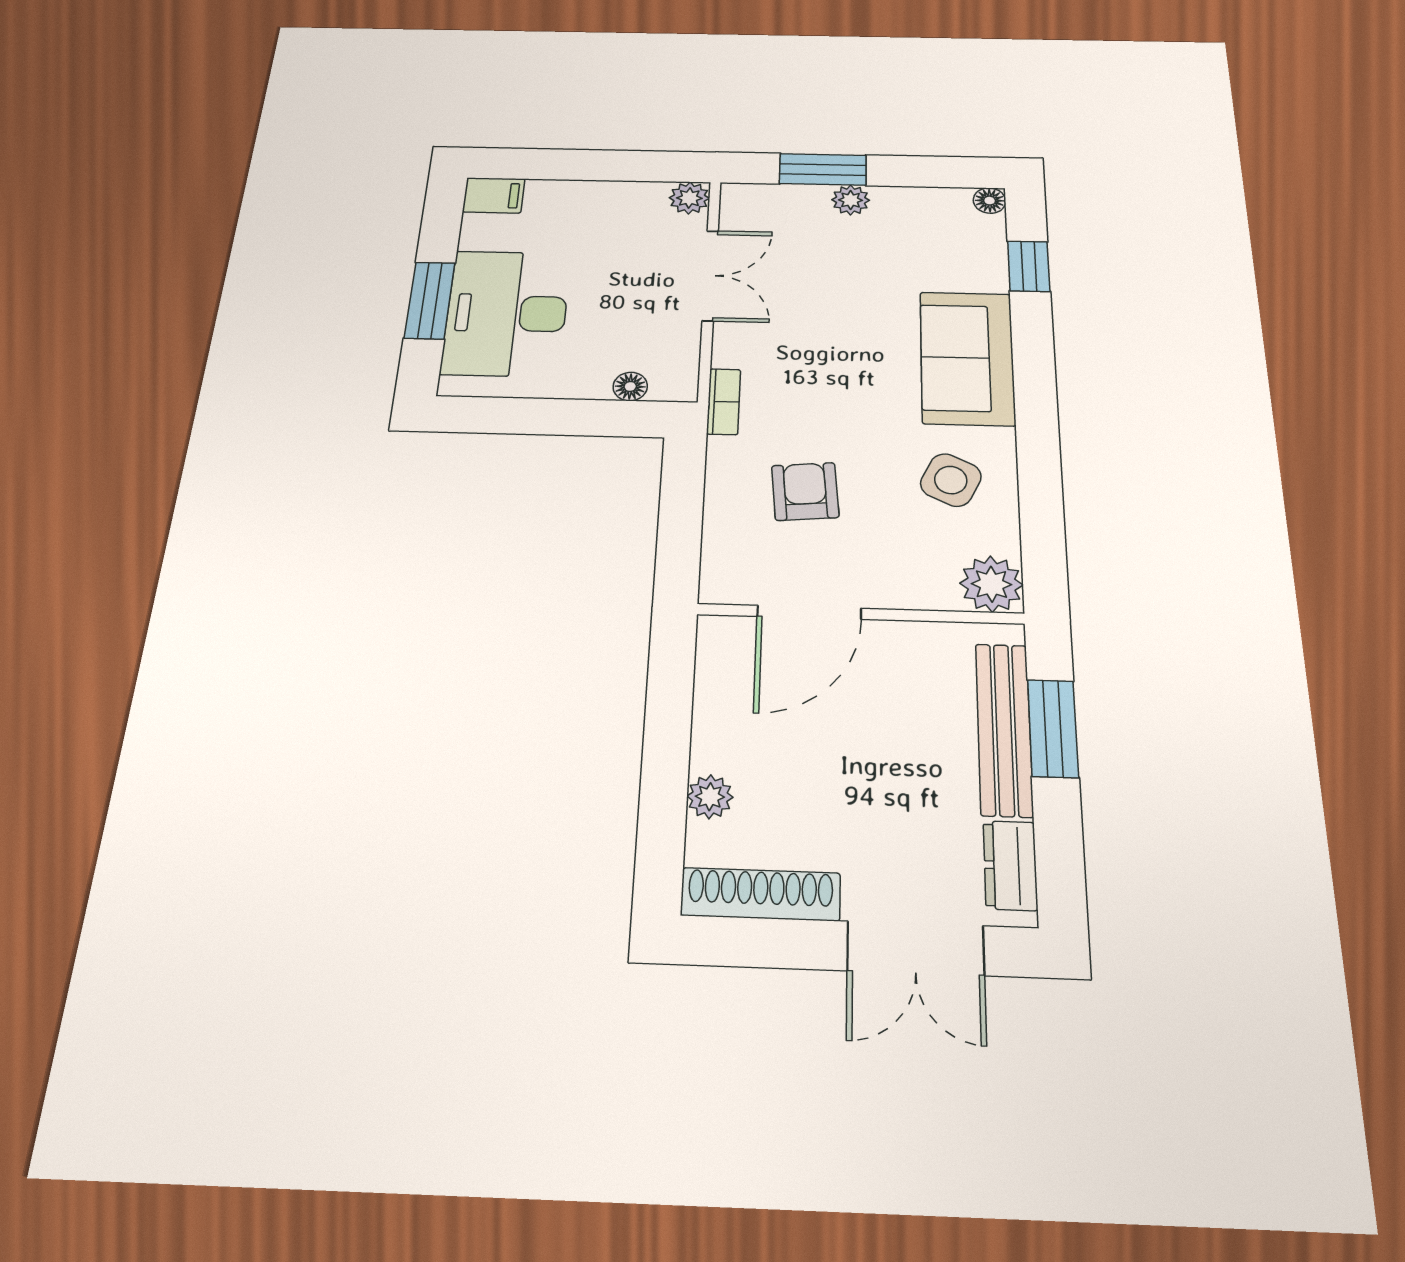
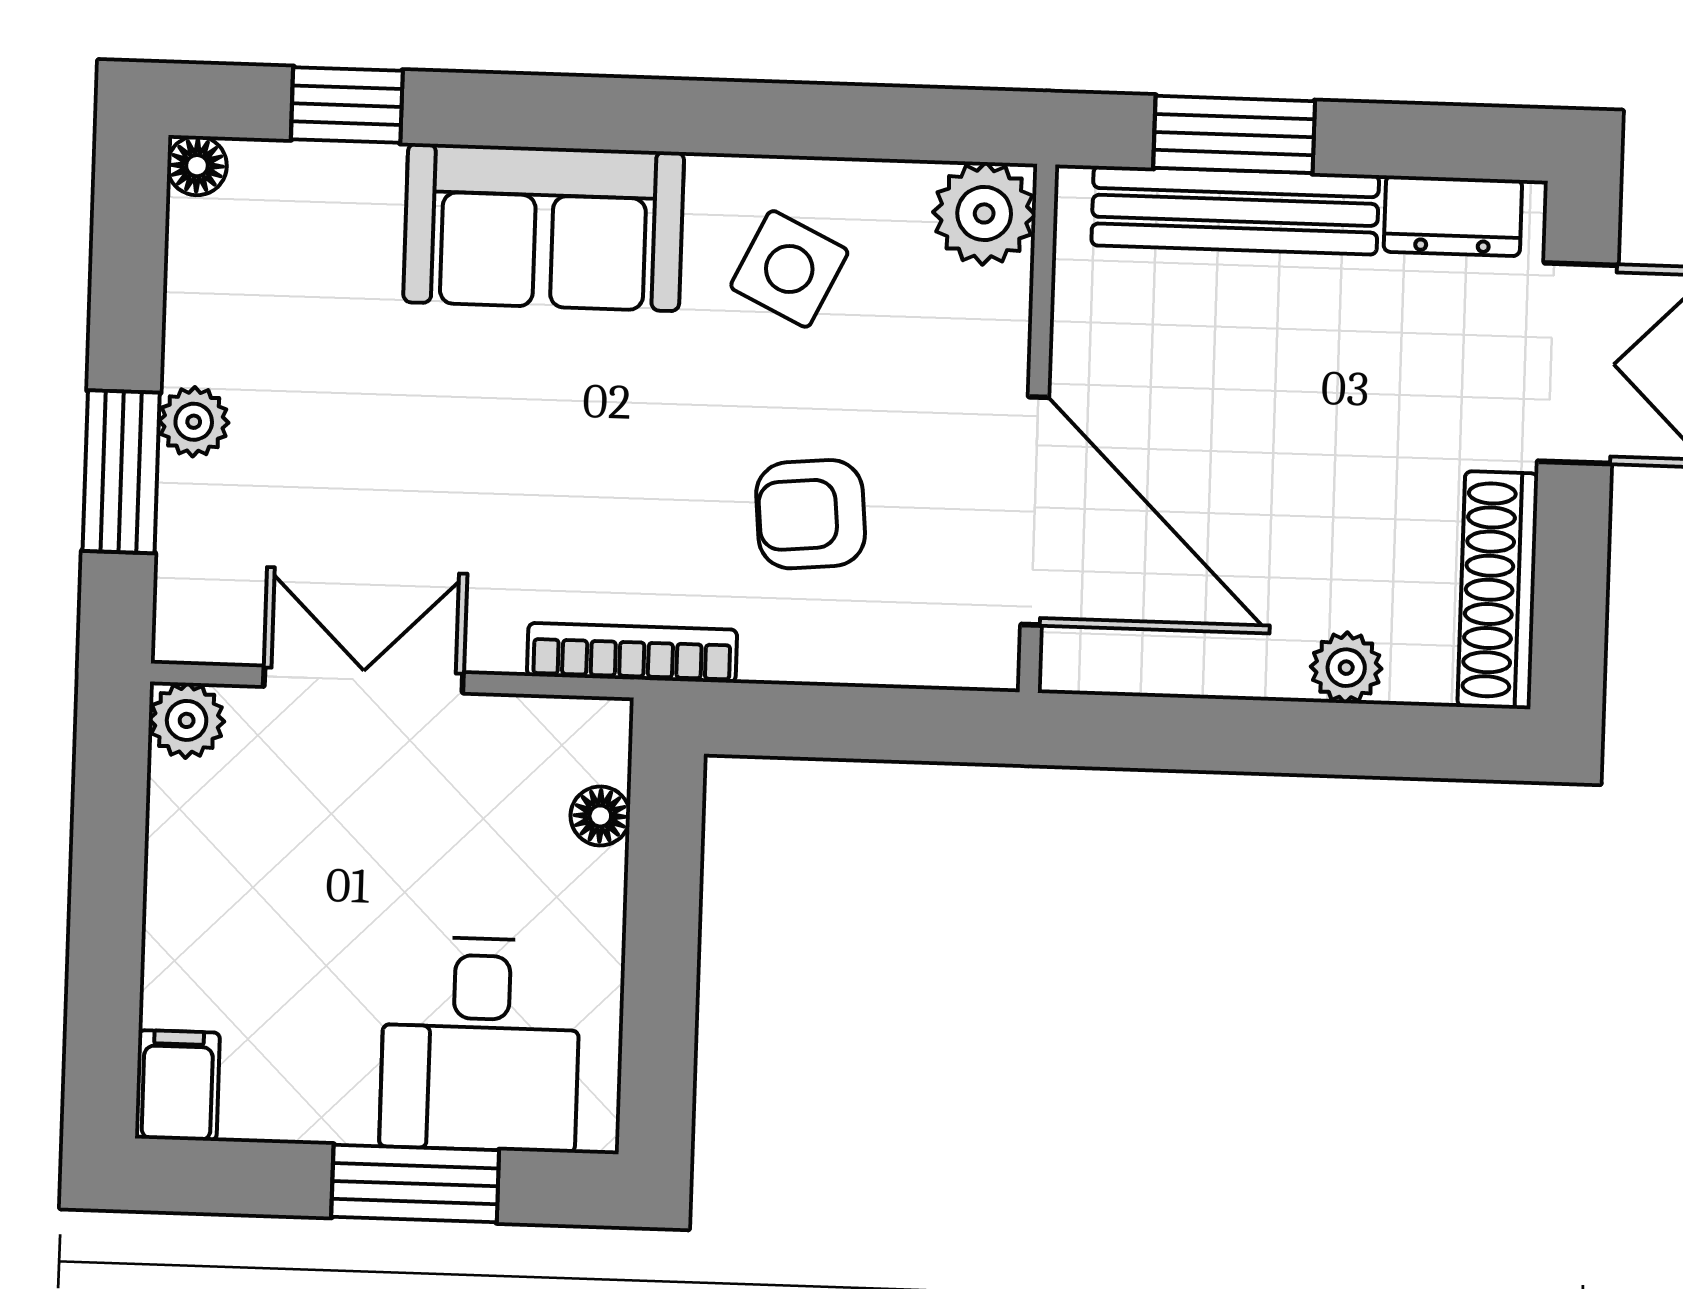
desk: (506, 313) -> (480, 1044), width x0.73
bookcase: (724, 402) -> (632, 653), width x1.56
door: (809, 612) -> (1035, 511), width x1.36

